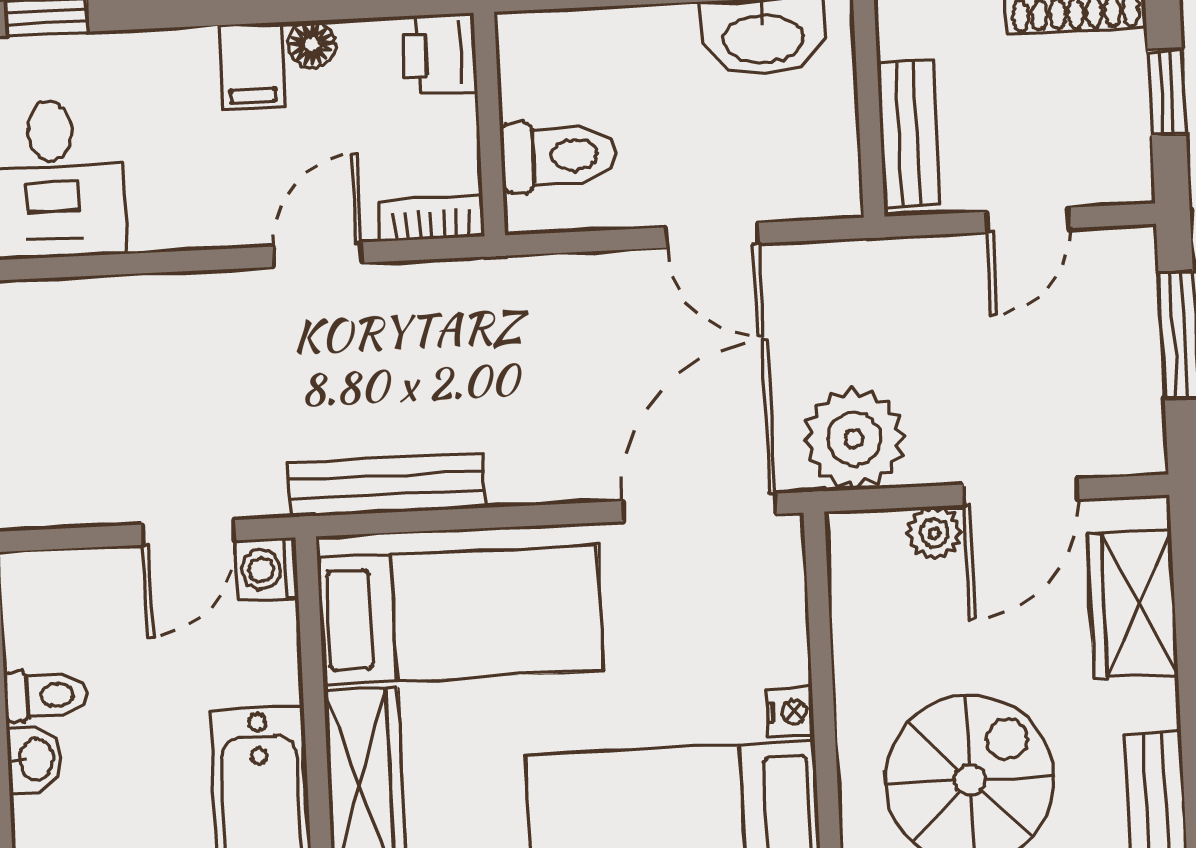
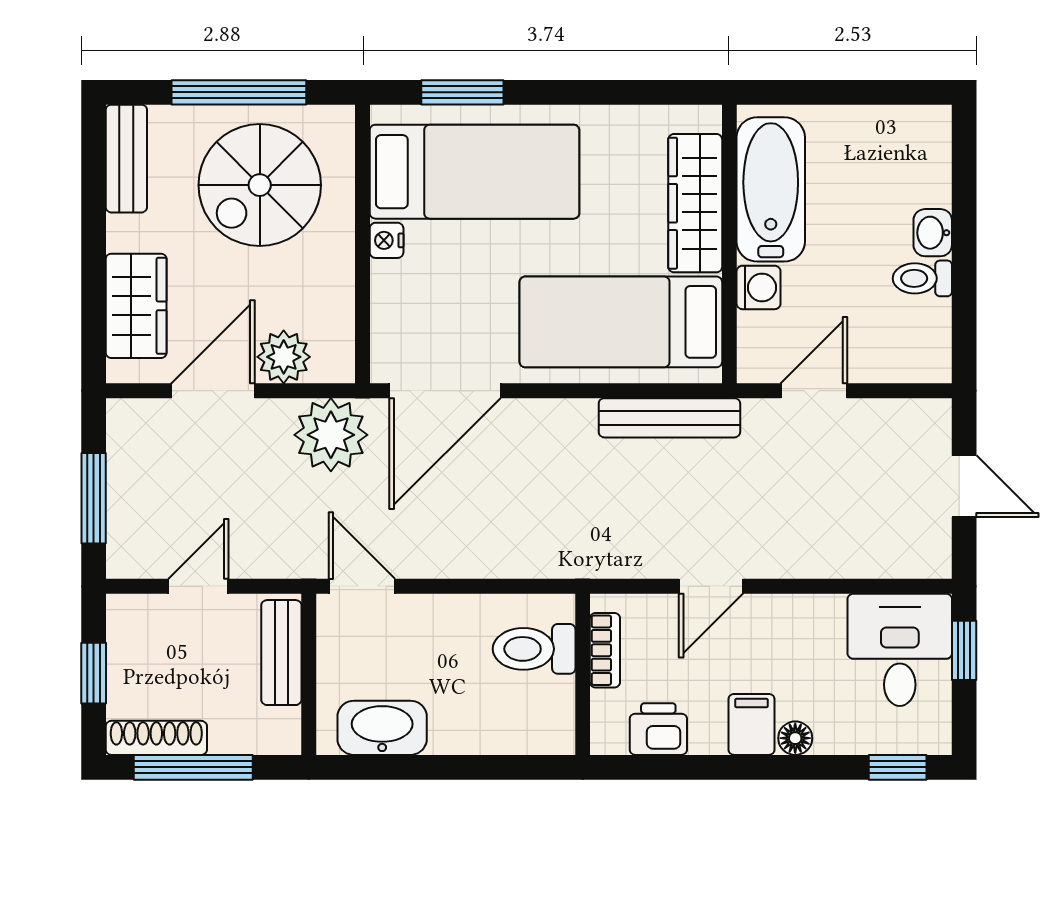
floor lamp: (312, 44) -> (795, 738), moved
printer: (440, 54) -> (658, 729), moved, turned -90
bookcase: (432, 218) -> (605, 650), moved, turned -90
door: (712, 235) -> (362, 586), moved
plant: (934, 533) -> (284, 357), width x1.38, depth x1.38
washing machine: (267, 569) -> (759, 287), moved

